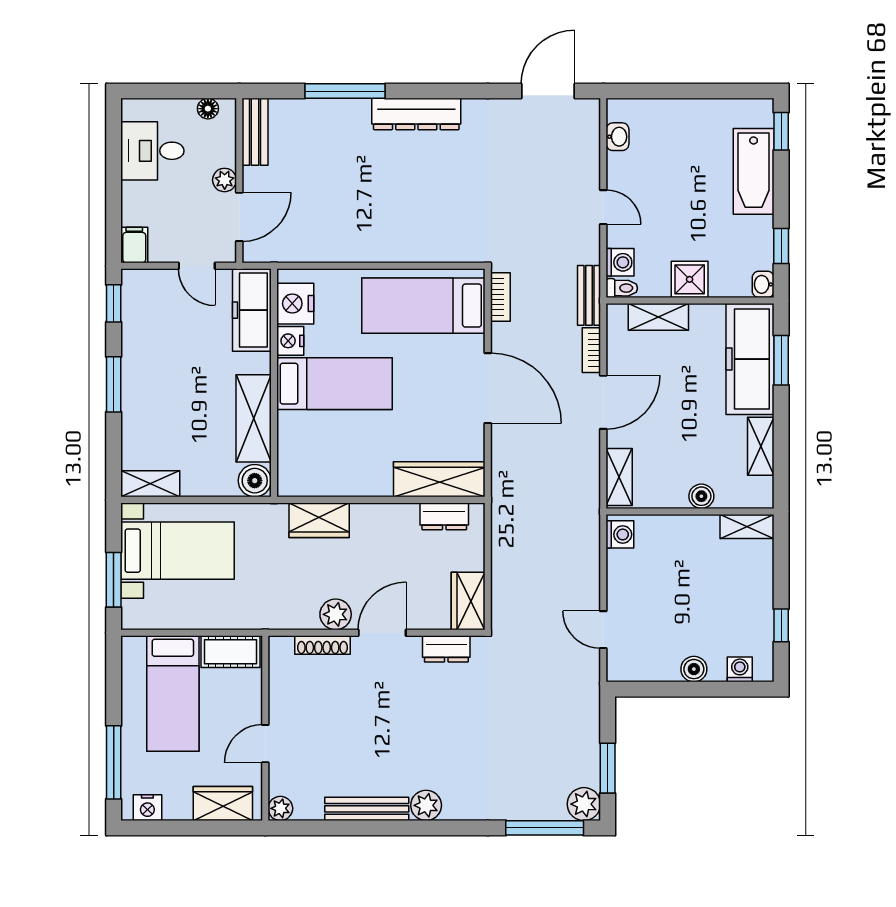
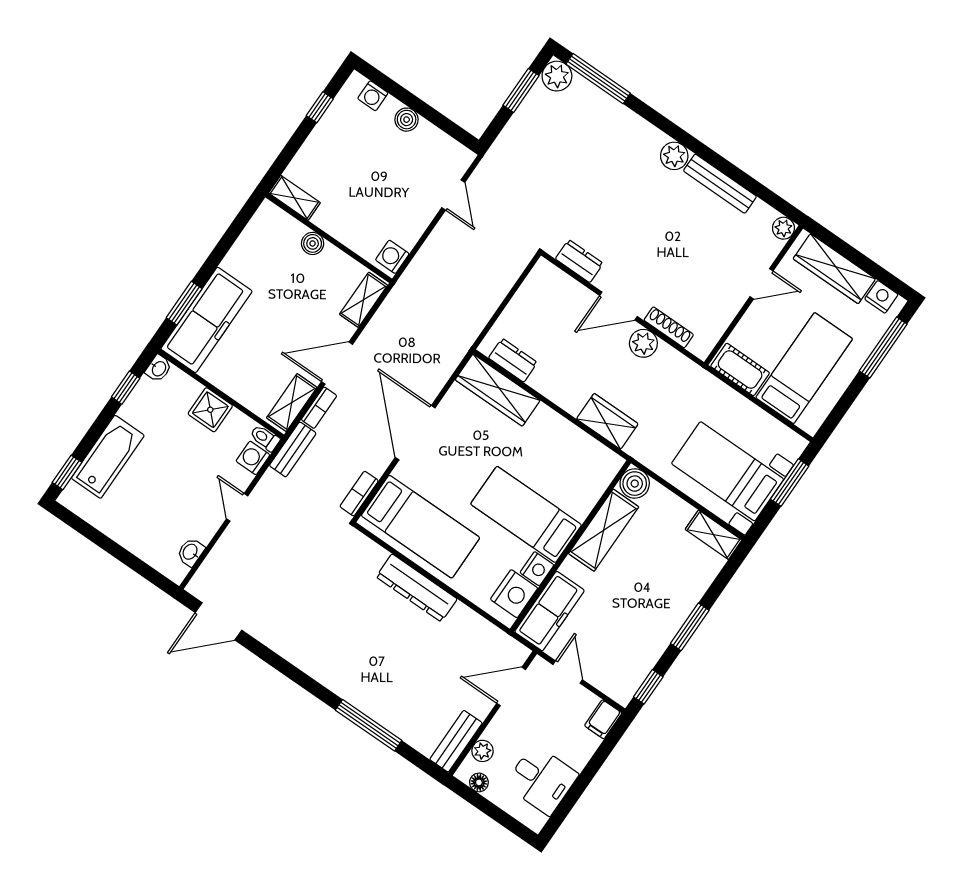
dresser: (416, 114) -> (417, 588), moved, turned 180
plant: (225, 180) -> (483, 751), moved
shelving: (658, 317) -> (292, 403), moved, turned 90
shelving: (761, 446) -> (243, 250), removed
wardrobe: (468, 601) -> (539, 285), removed
wardrobe: (223, 803) -> (834, 269), width x1.50

